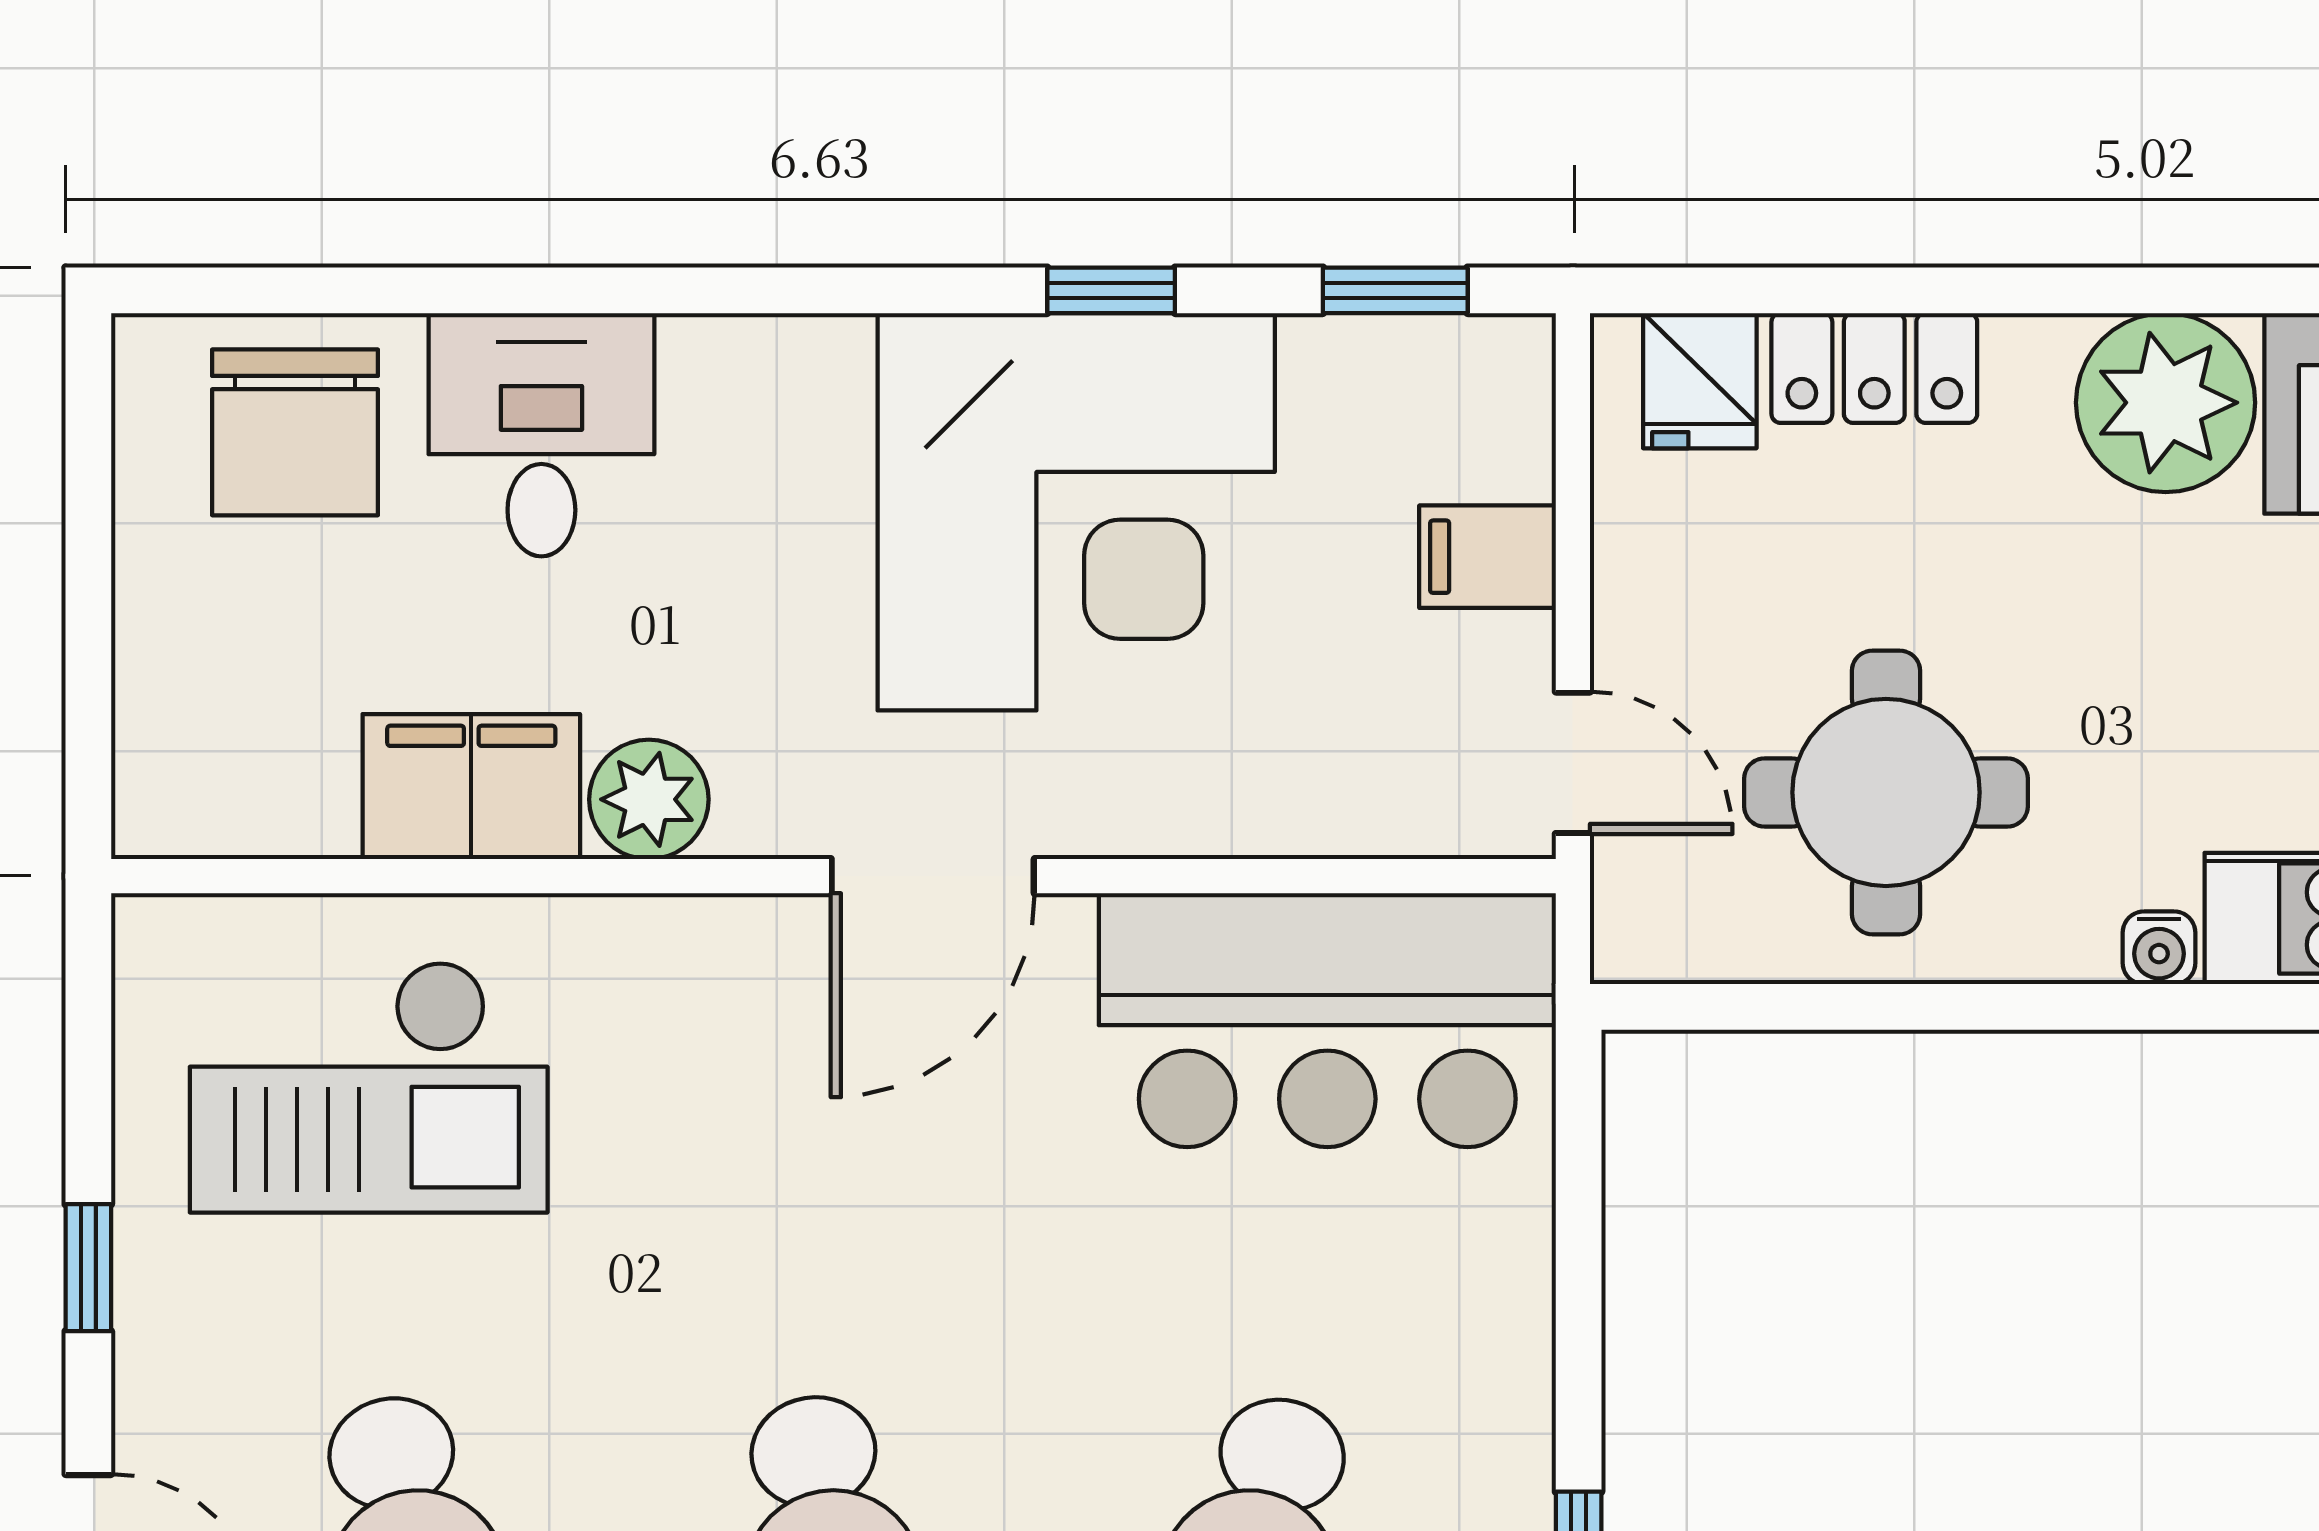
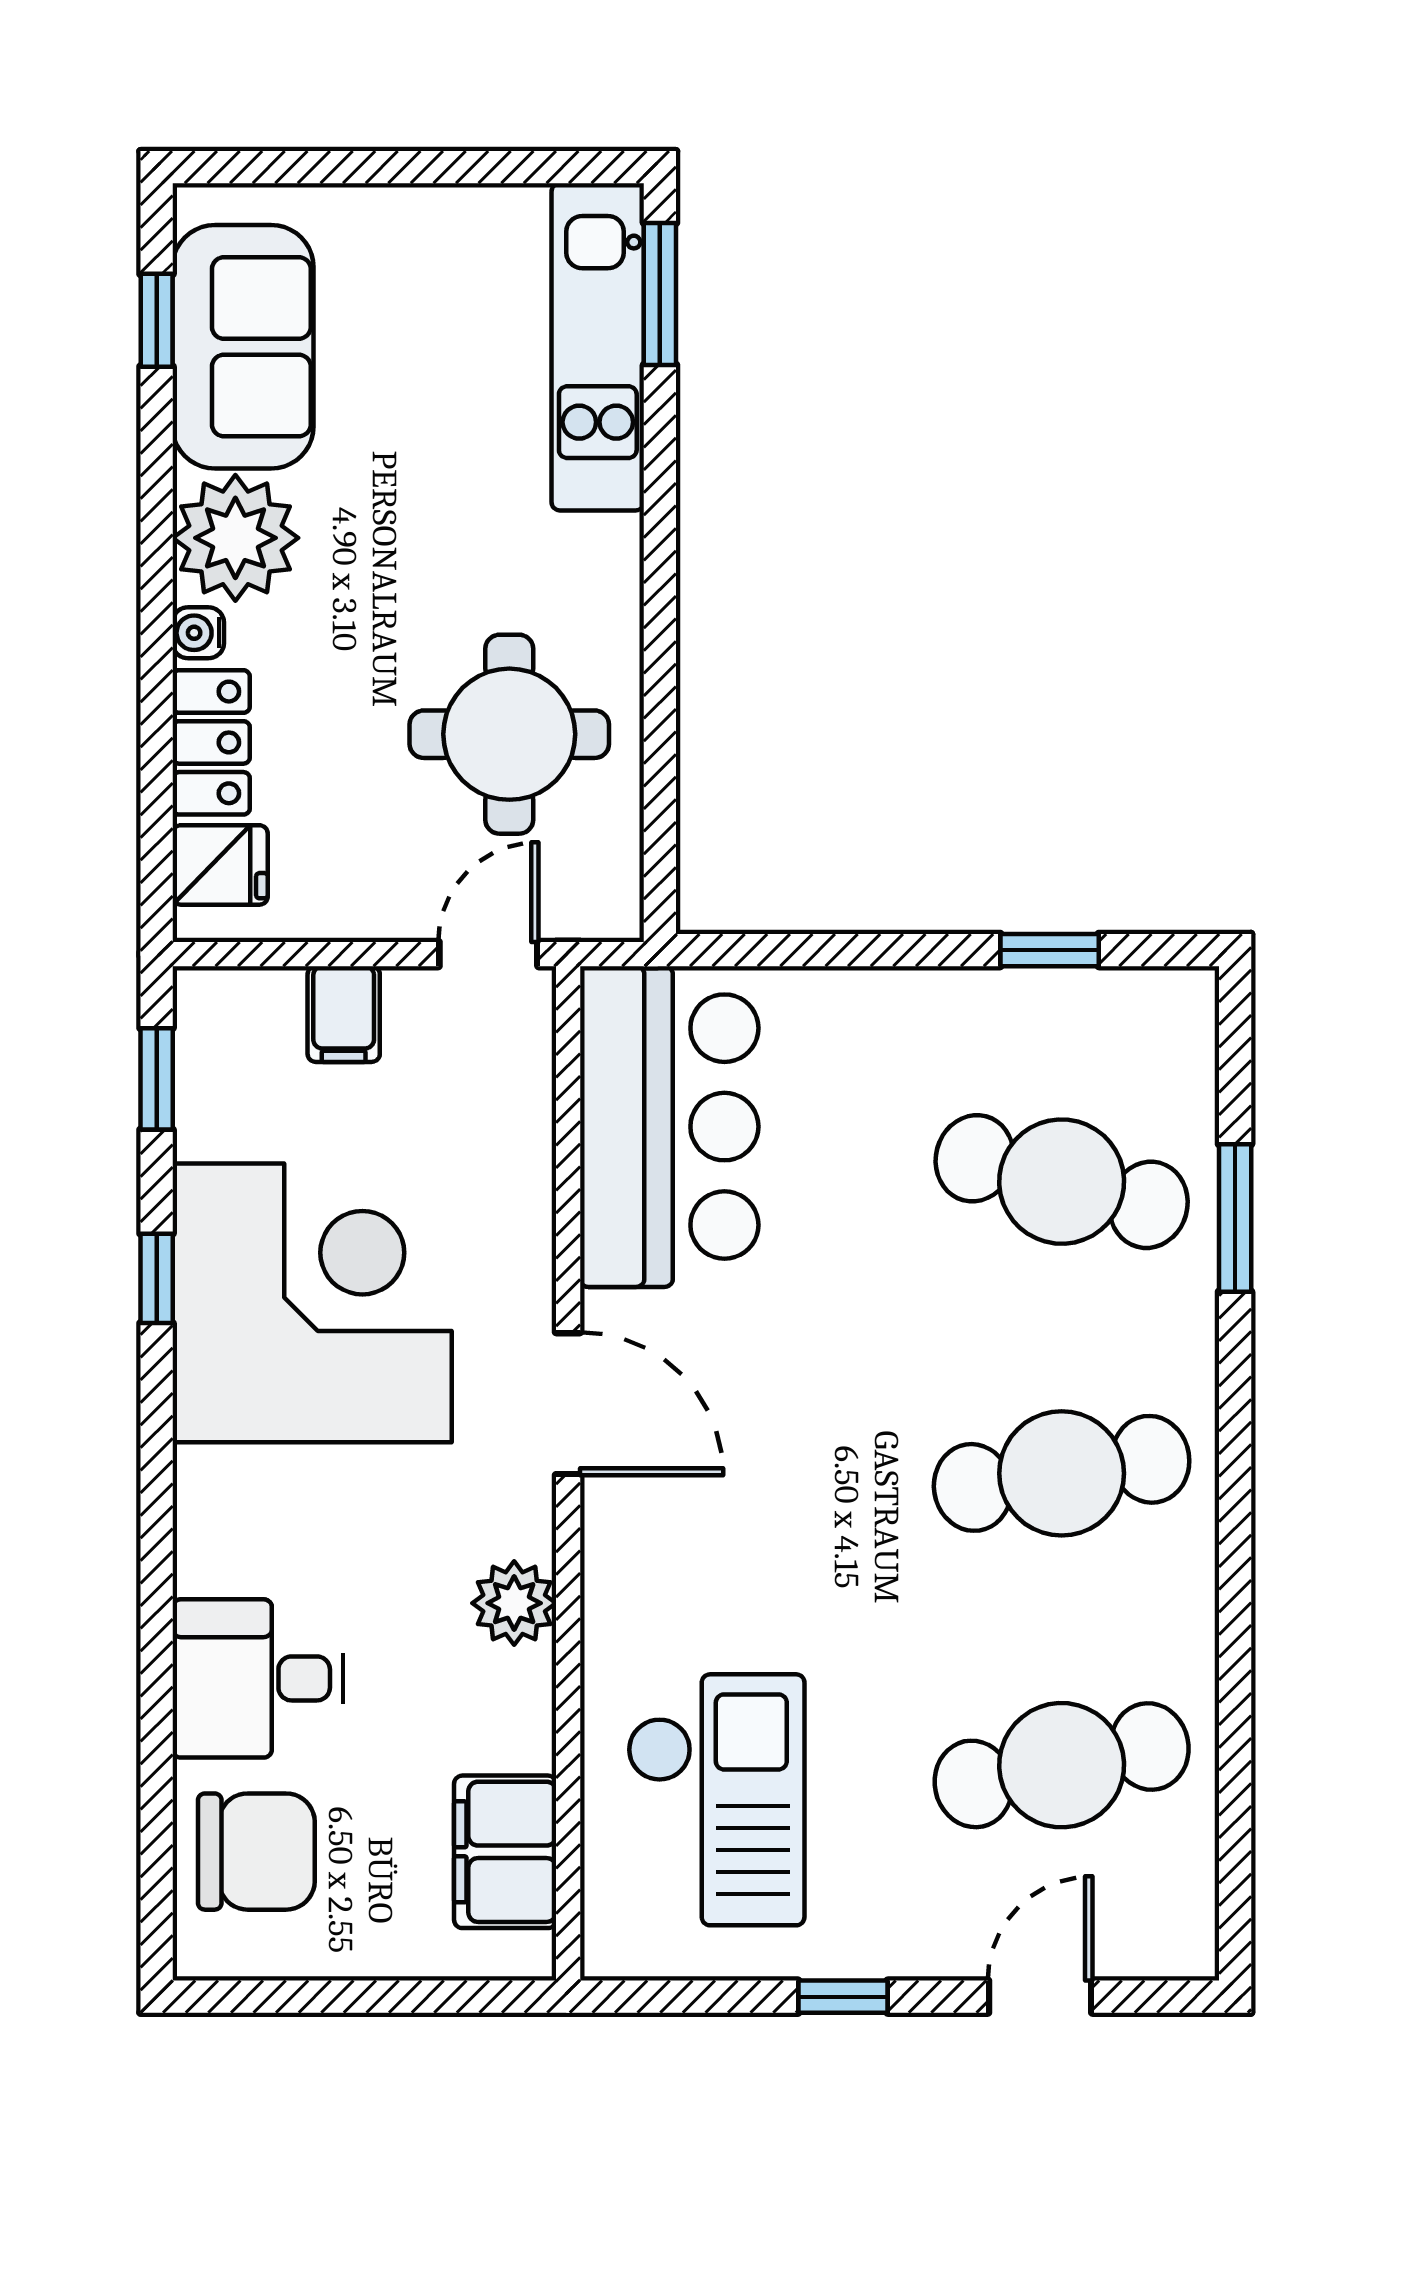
filing cabinet: (471, 787) -> (505, 1852), moved
water cooler: (2159, 948) -> (198, 633), moved, turned 180

